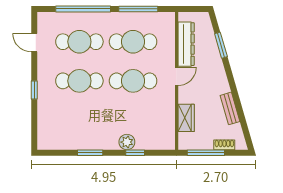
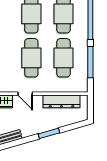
window: (221, 45) -> (49, 133), moved
door: (177, 76) -> (25, 94), moved

